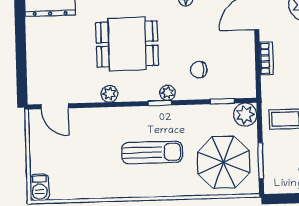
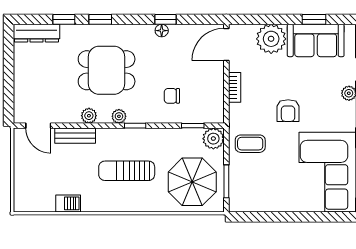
plant: (168, 93) -> (119, 116), moved
bench: (95, 116) -> (75, 136), added
sun lounger: (152, 152) -> (127, 171), turned 180
barbecue: (40, 187) -> (68, 203), moved, turned -90

